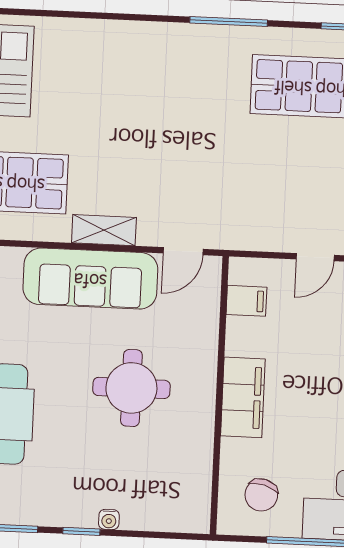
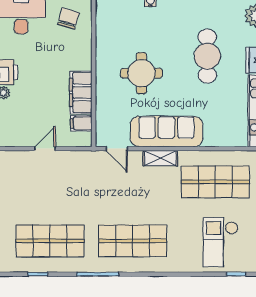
shop shelf: (162, 80) -> (133, 241), added
door: (183, 251) -> (117, 149), swing flipped
filing cabinet: (243, 397) -> (81, 92), moved

